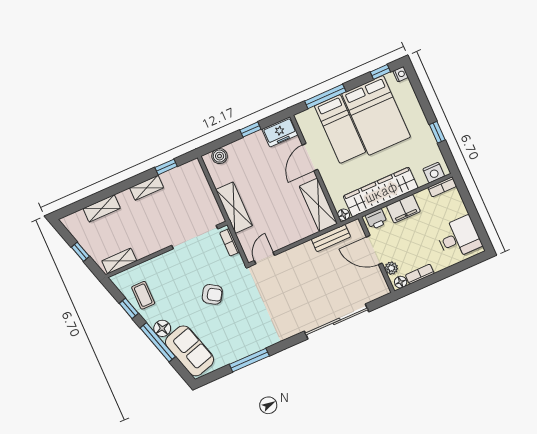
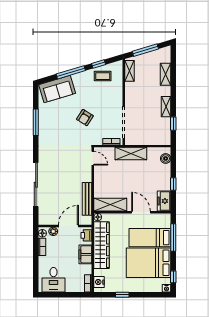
bench: (331, 238) -> (87, 199), width x1.36
window: (80, 252) -> (145, 50), width x2.17
floor lamp: (162, 328) -> (78, 79), removed

